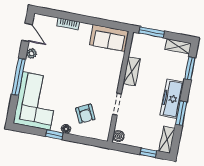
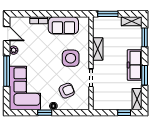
sofa: (109, 38) -> (63, 25), moved
side table: (97, 76) -> (71, 58), added
armchair: (85, 114) -> (67, 91), turned -86
boiler: (119, 136) -> (97, 104), removed

